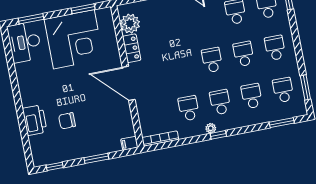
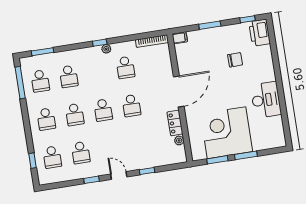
window: (31, 19) -> (246, 155), moved
plant: (130, 24) -> (179, 140), width x0.53, depth x0.53
desk: (25, 42) -> (266, 100), moved
door: (129, 83) -> (179, 91), hinge flipped
window: (305, 87) -> (20, 83), width x1.44
school desk: (220, 102) -> (132, 106), moved
printer: (35, 120) -> (260, 33), moved

